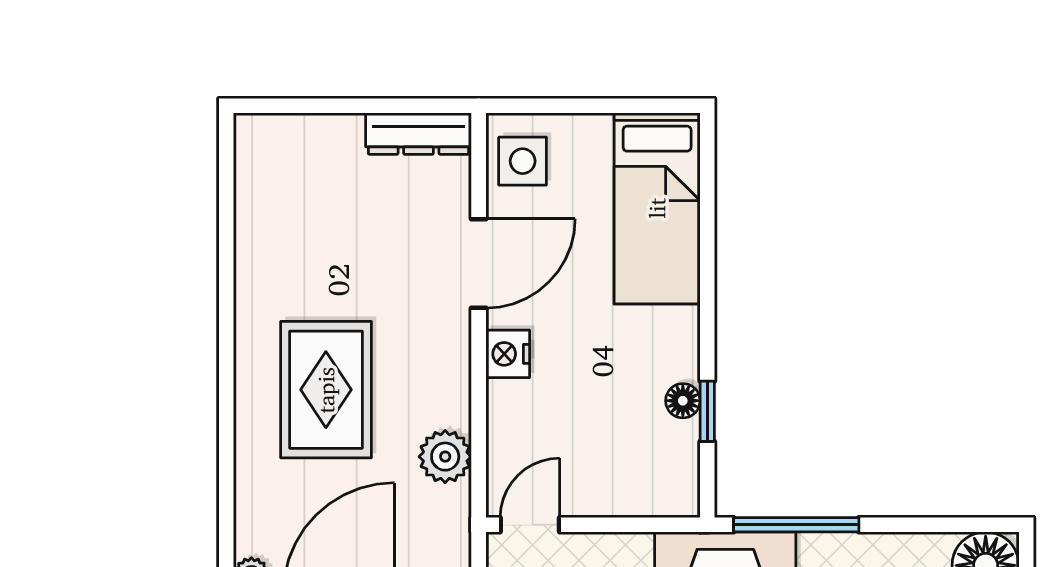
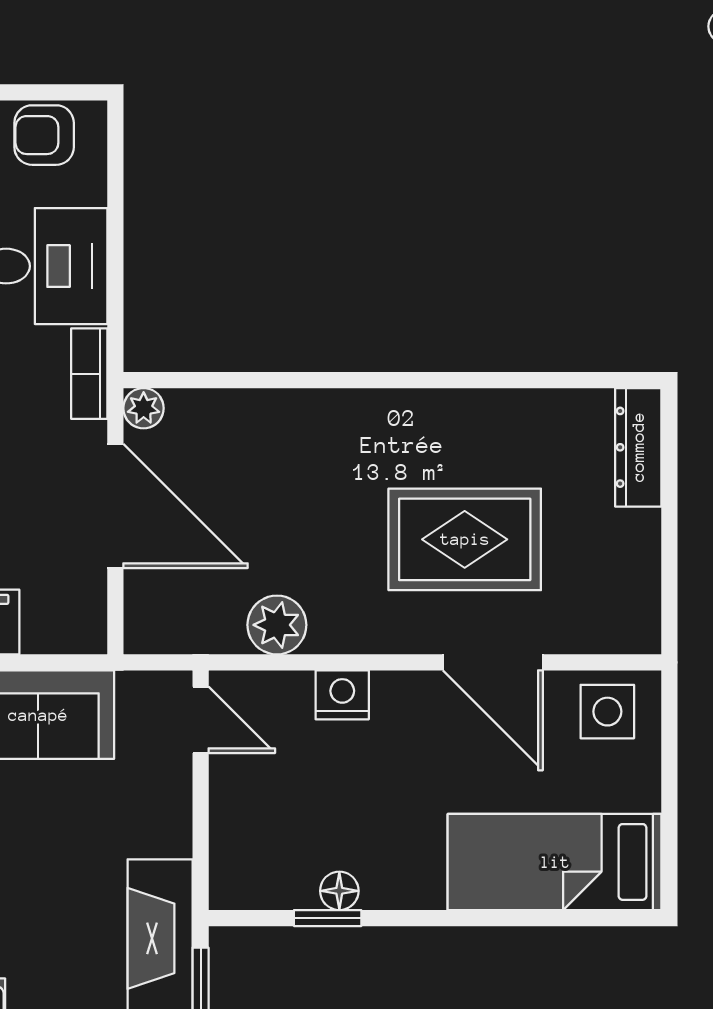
dresser: (419, 134) -> (638, 447), moved
nightstand: (508, 354) -> (342, 695), moved
rug: (326, 390) -> (465, 539), moved

